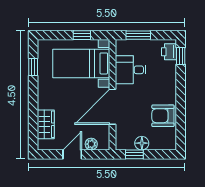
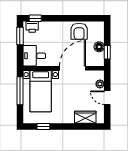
window: (82, 35) -> (20, 91), width x2.17
window: (138, 35) -> (20, 36), moved
desk: (131, 70) -> (34, 56), moved, turned 90
door: (113, 107) -> (72, 68), swing flipped

